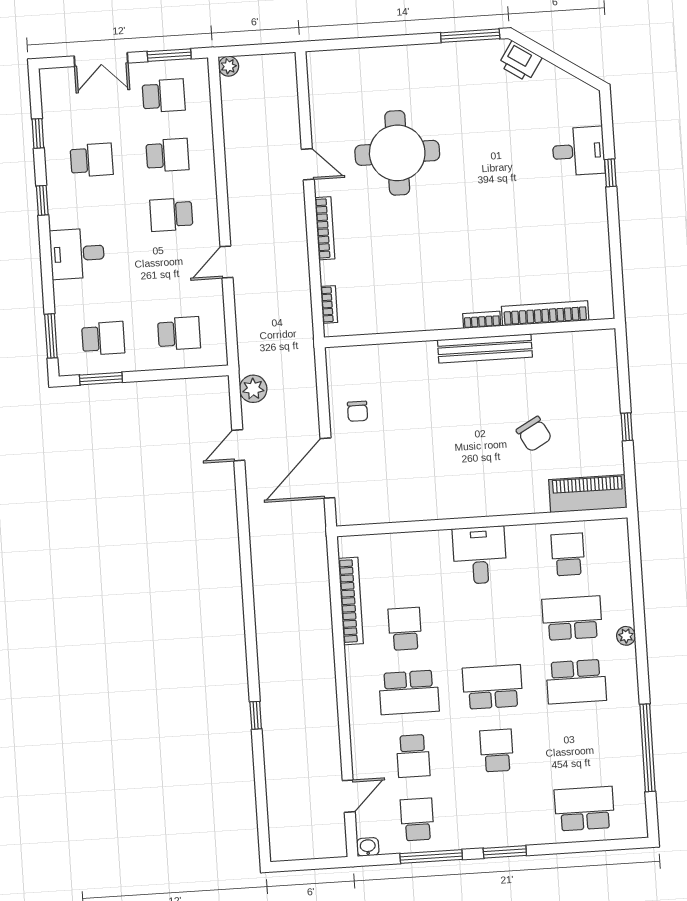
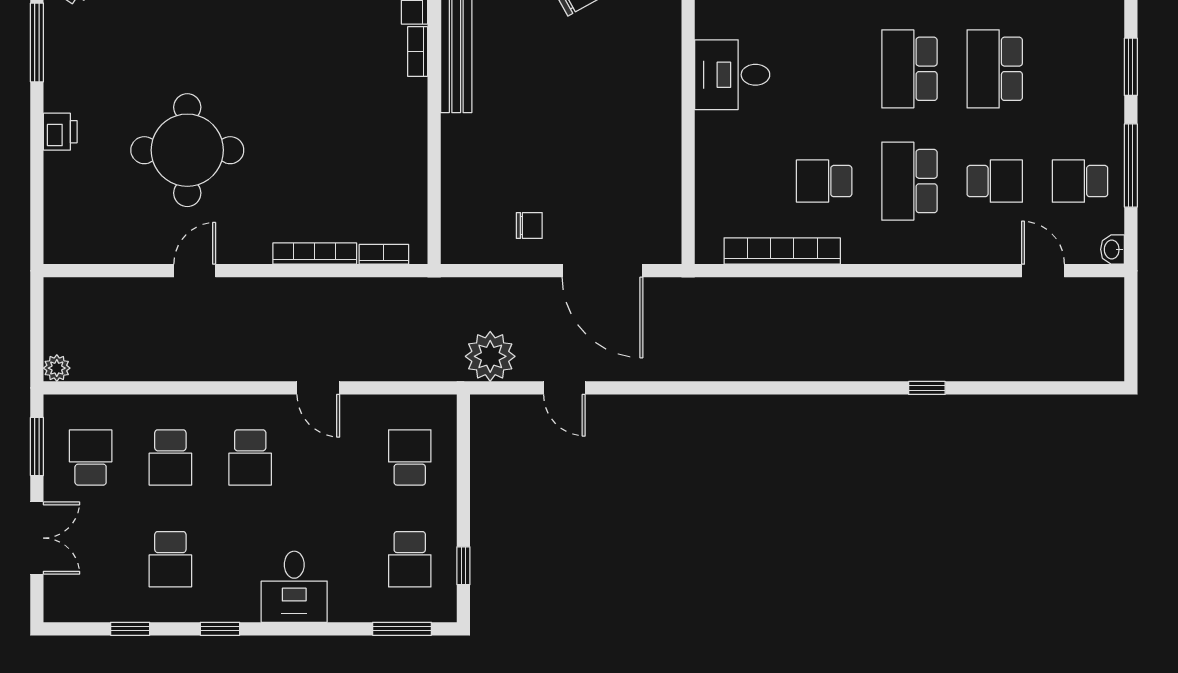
printer: (405, 57) -> (60, 132), added
school desk: (167, 155) -> (170, 457), turned 180
school desk: (92, 160) -> (170, 559), turned 180
bookcase: (325, 228) -> (315, 253), moved
school desk: (103, 338) -> (410, 559), turned 180
window: (101, 379) -> (463, 566), width x0.67
plant: (253, 389) -> (490, 356), width x1.36, depth x1.36
school desk: (409, 692) -> (909, 181), turned 180
school desk: (497, 751) -> (995, 69), width x1.85

